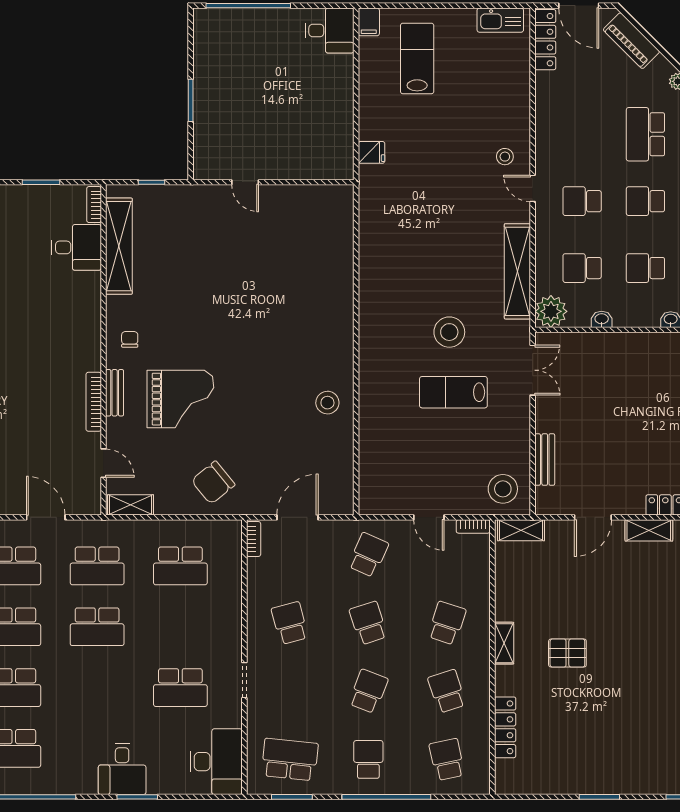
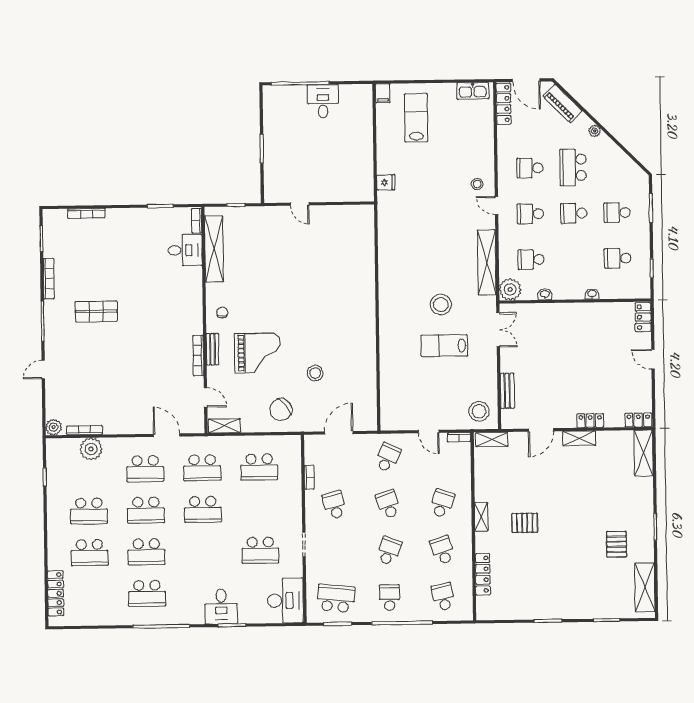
desk: (329, 30) -> (323, 101), moved, turned -90
school desk: (645, 268) -> (530, 168), moved
stool: (327, 403) -> (315, 373), moved
bookcase: (254, 539) -> (309, 477), moved

